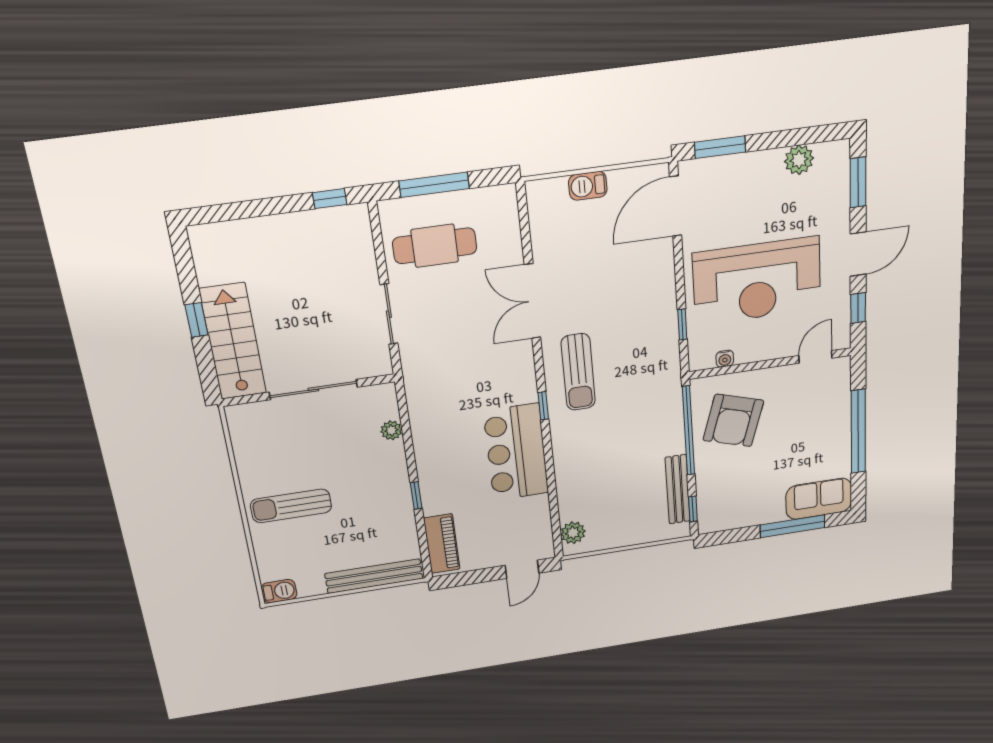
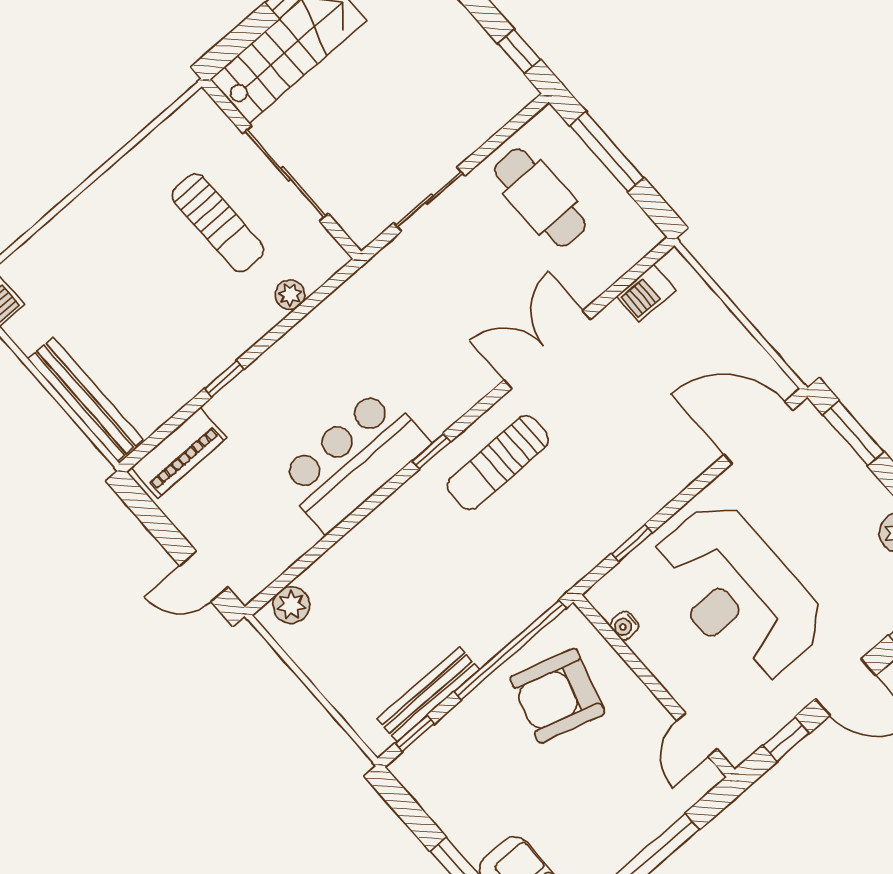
barbecue: (588, 186) -> (646, 293), moved, turned -90
door: (815, 357) -> (697, 735), swing flipped
sun lounger: (291, 506) -> (218, 223), moved, turned 180

